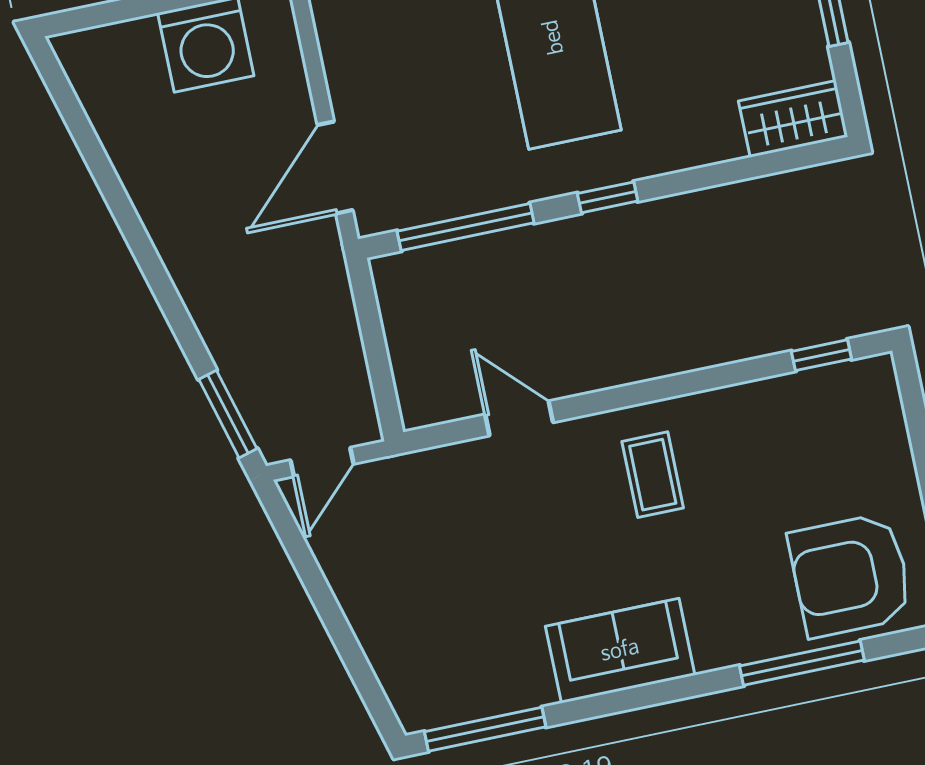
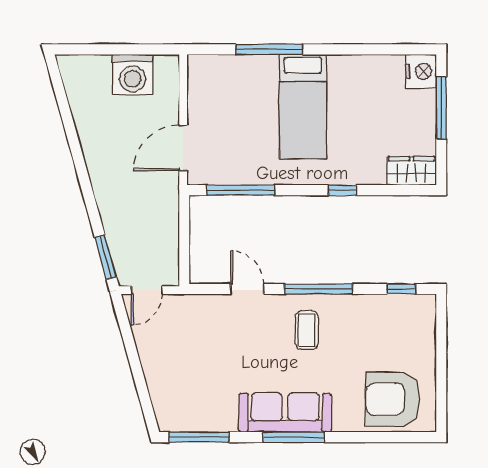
window: (608, 197) -> (342, 190), moved
window: (659, 389) -> (318, 289), added
sofa: (620, 651) -> (285, 413), width x1.36
window: (802, 663) -> (293, 437), moved

